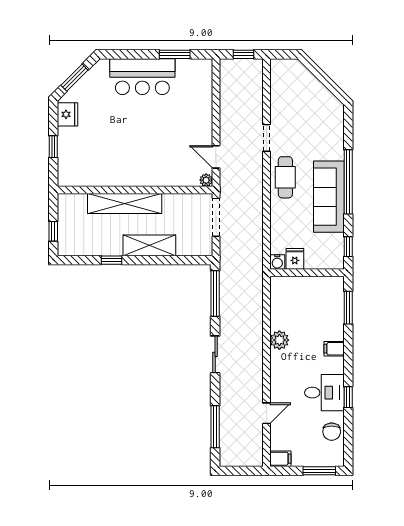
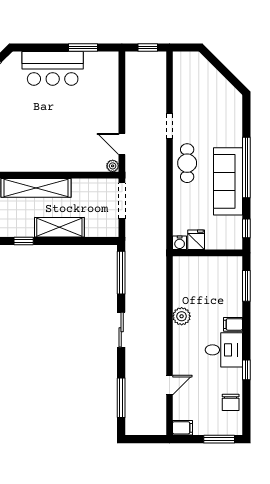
desk: (324, 393) -> (224, 350), moved

